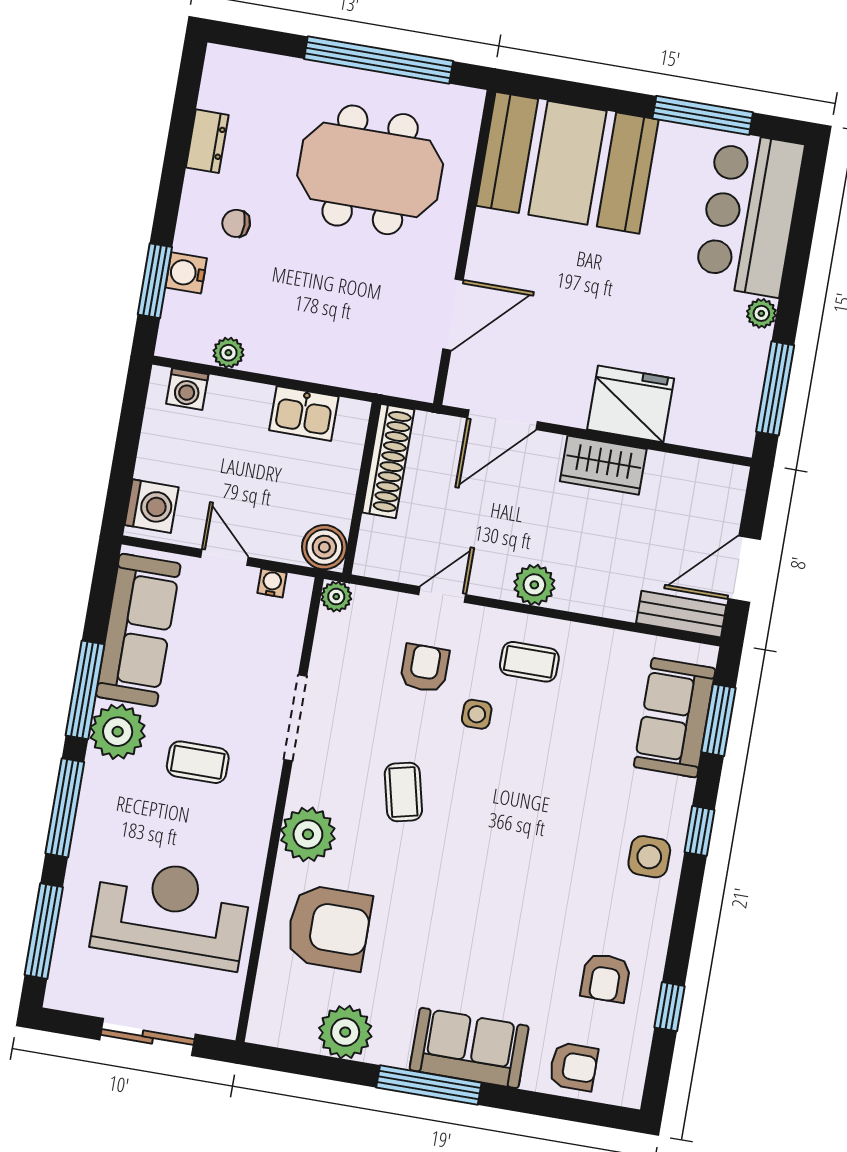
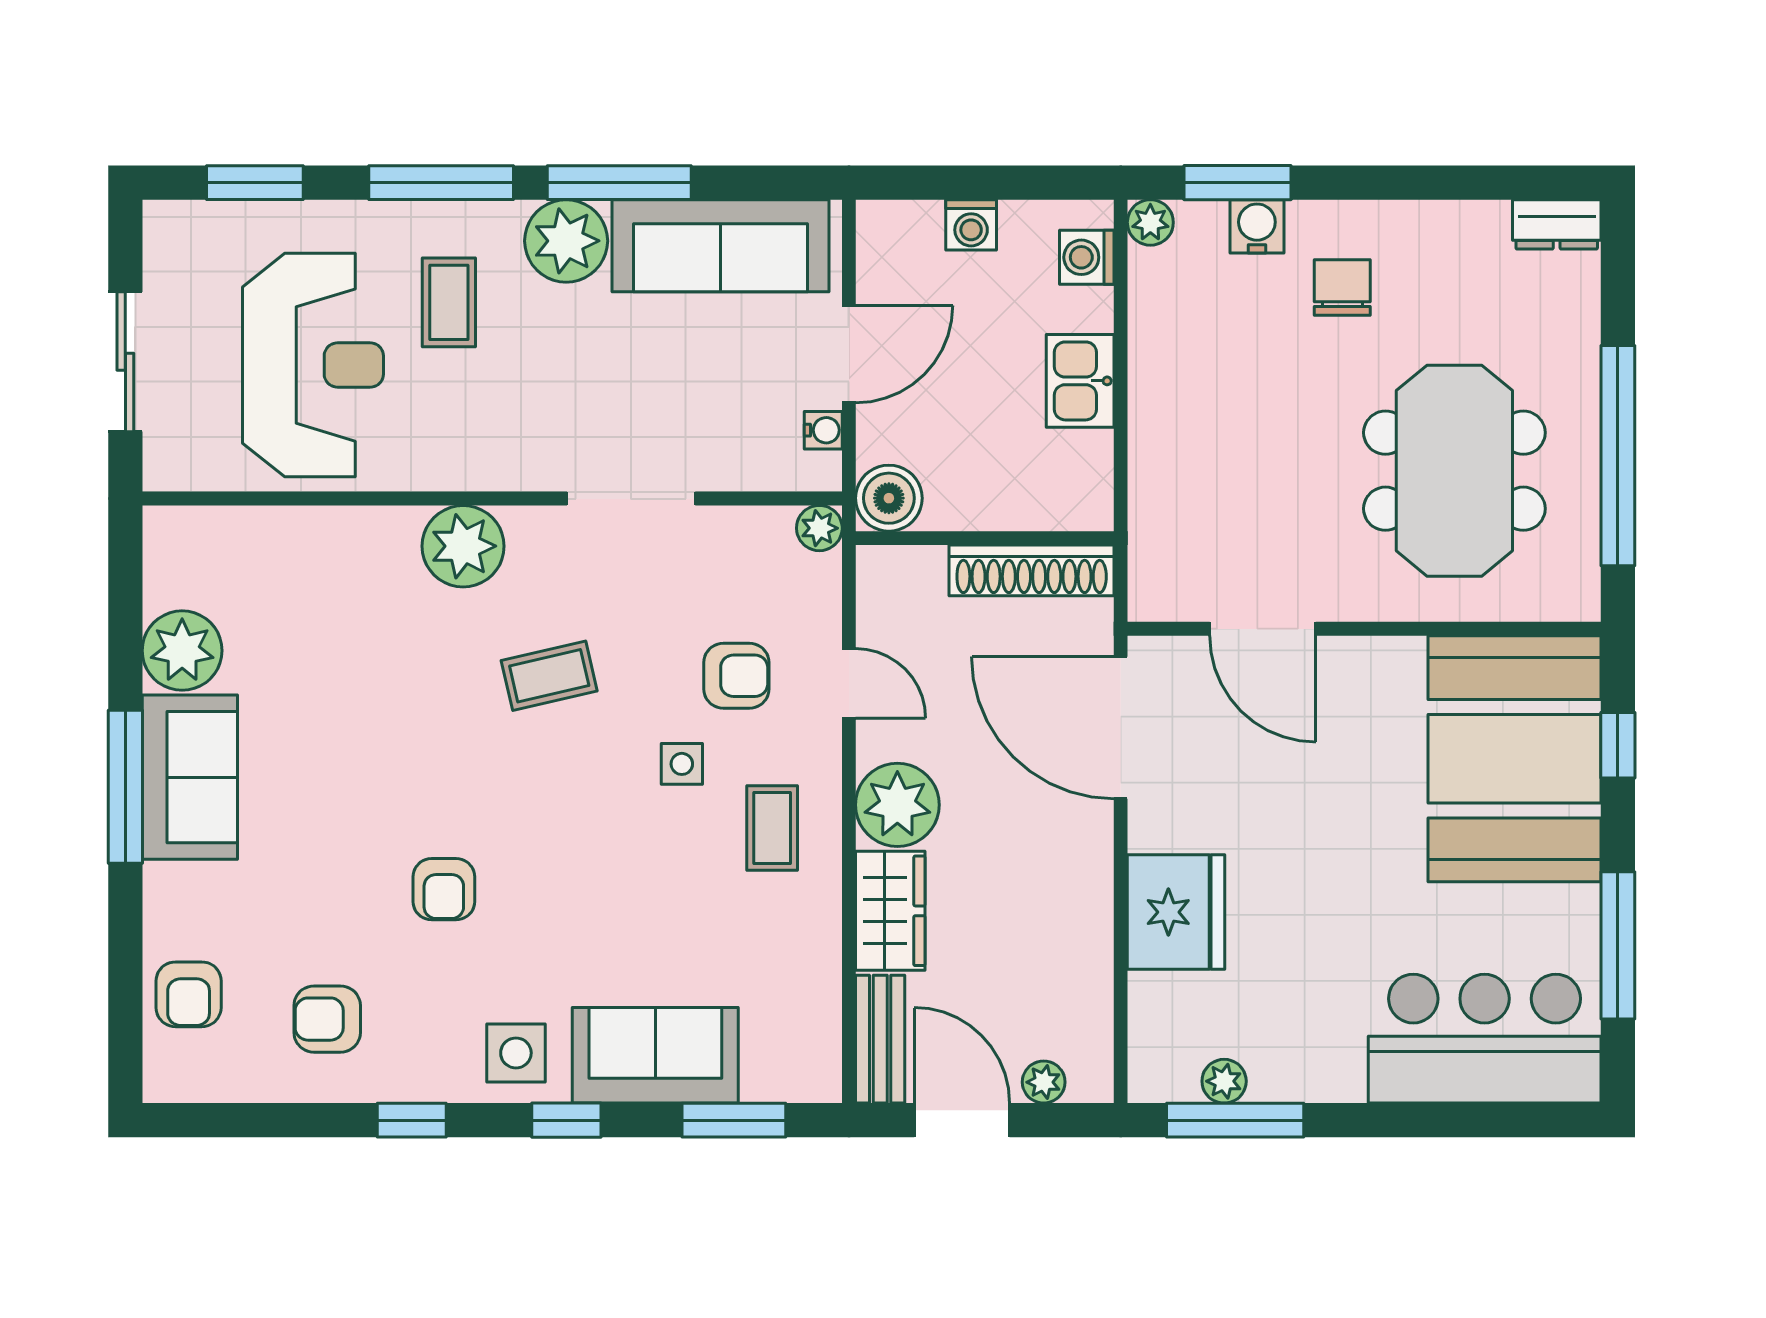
window: (570, 93) -> (1618, 745), added
dresser: (207, 141) -> (1557, 224), moved
chair: (236, 223) -> (1342, 287), width x1.37, depth x1.37
plant: (761, 313) -> (1224, 1081), moved
plant: (228, 353) -> (1150, 222), moved
kitchen sink: (304, 413) -> (1080, 381), moved
door: (502, 420) -> (1121, 728), width x1.36
wardrobe: (603, 465) -> (890, 911), moved, turned 180
washing machine: (152, 506) -> (971, 225), moved, width x0.73, depth x0.73
plant: (728, 511) -> (1044, 1082), added
door: (224, 557) -> (849, 354), width x1.38
plant: (534, 585) -> (897, 805), width x1.36, depth x1.36
sofa: (675, 718) -> (655, 1055), moved
coffee table: (198, 762) -> (449, 302), moved
armchair: (329, 928) -> (444, 889), moved, width x0.53, depth x0.53
window: (44, 931) -> (255, 183), width x0.69
window: (669, 1007) -> (412, 1120), moved
sofa: (469, 1048) -> (190, 777), moved

